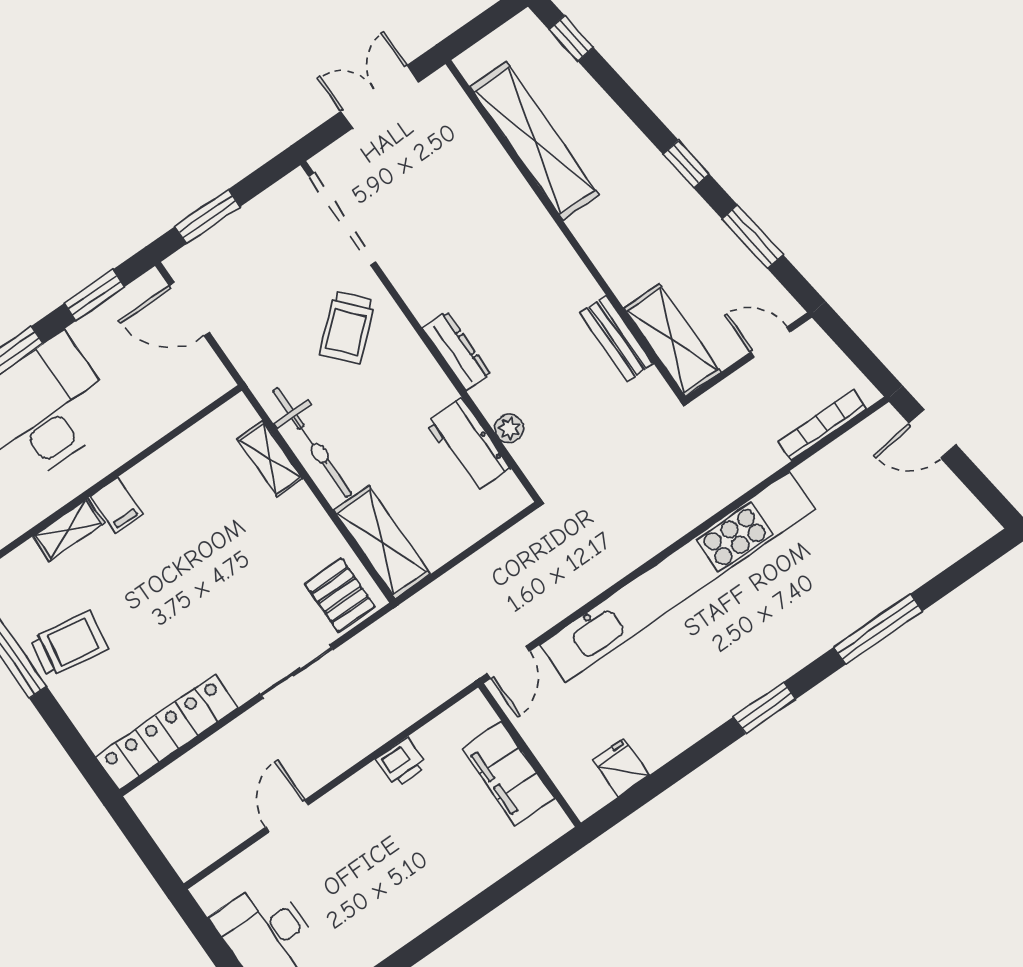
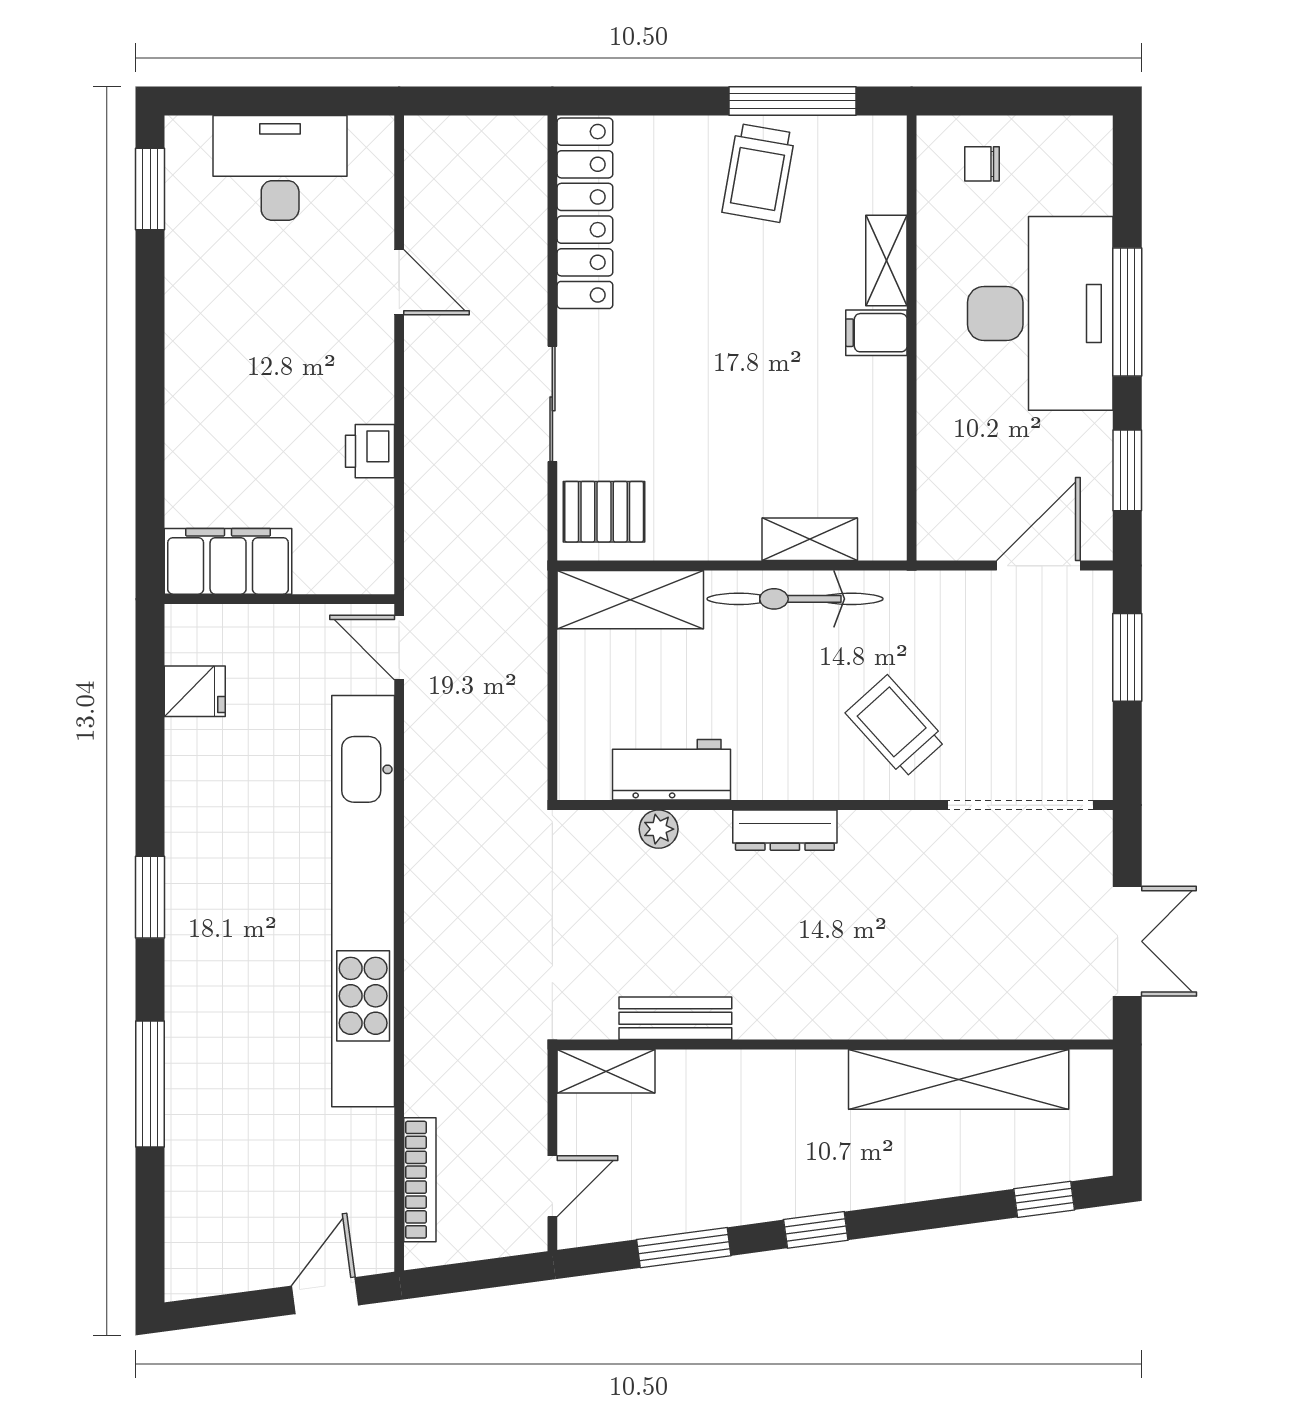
shelving: (672, 340) -> (606, 1071), width x0.67, depth x0.75
filing cabinet: (508, 773) -> (228, 561), moved

